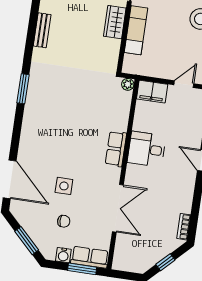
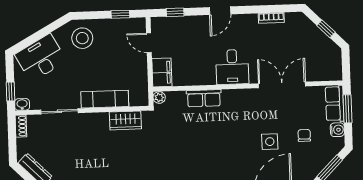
wardrobe: (115, 22) -> (125, 120), moved
row of seats: (116, 149) -> (204, 98), moved
desk: (147, 149) -> (232, 67), moved
bookcase: (184, 227) -> (271, 18), moved

